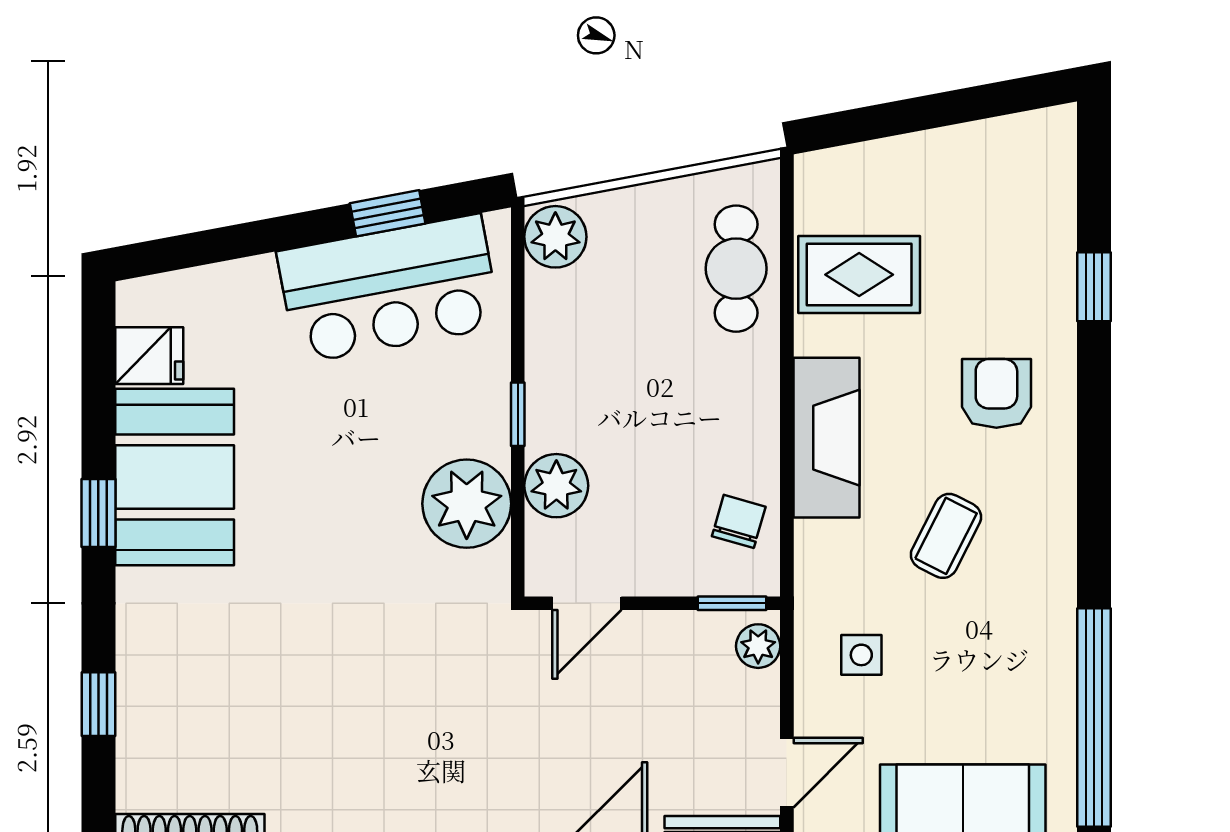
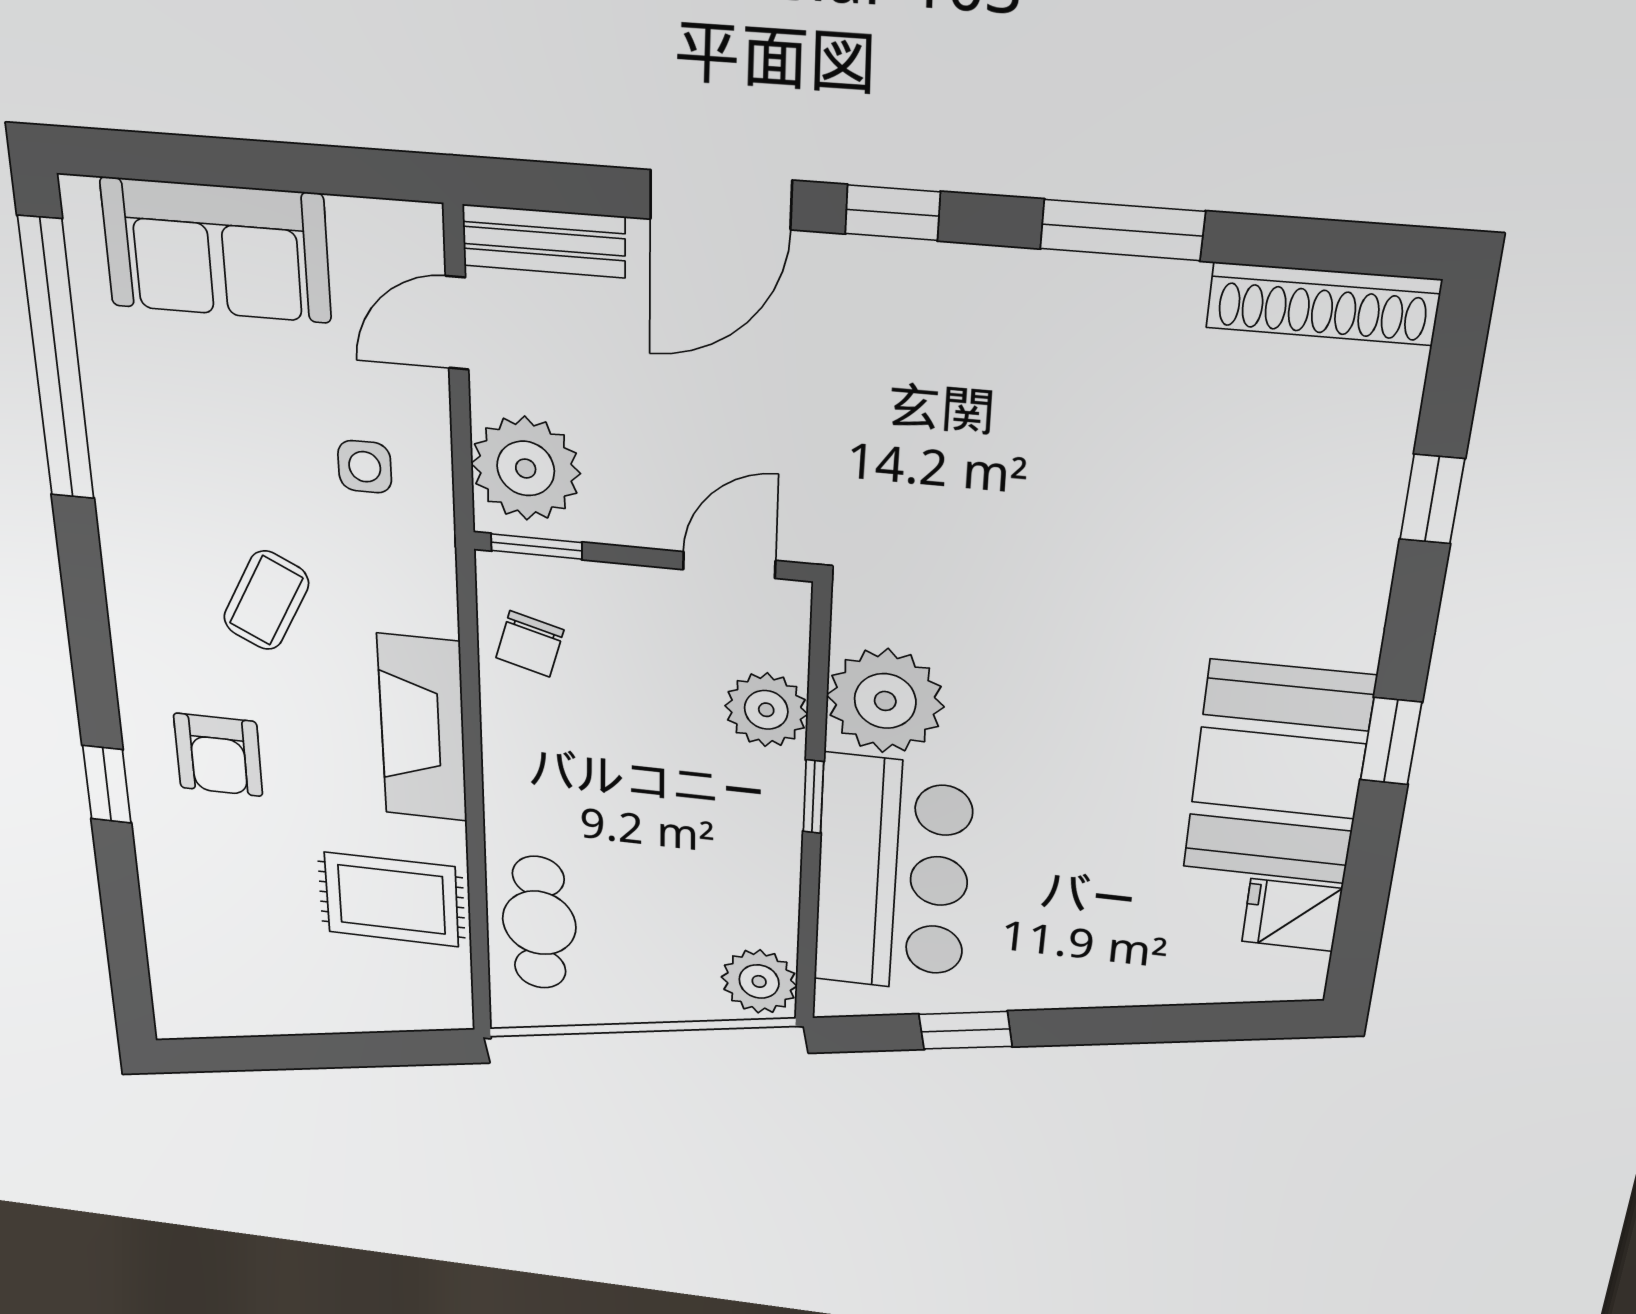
window: (1094, 287) -> (107, 784), moved
bar counter: (389, 289) -> (893, 876), moved, turned 101
plant: (758, 646) -> (526, 468), width x1.88, depth x1.88

